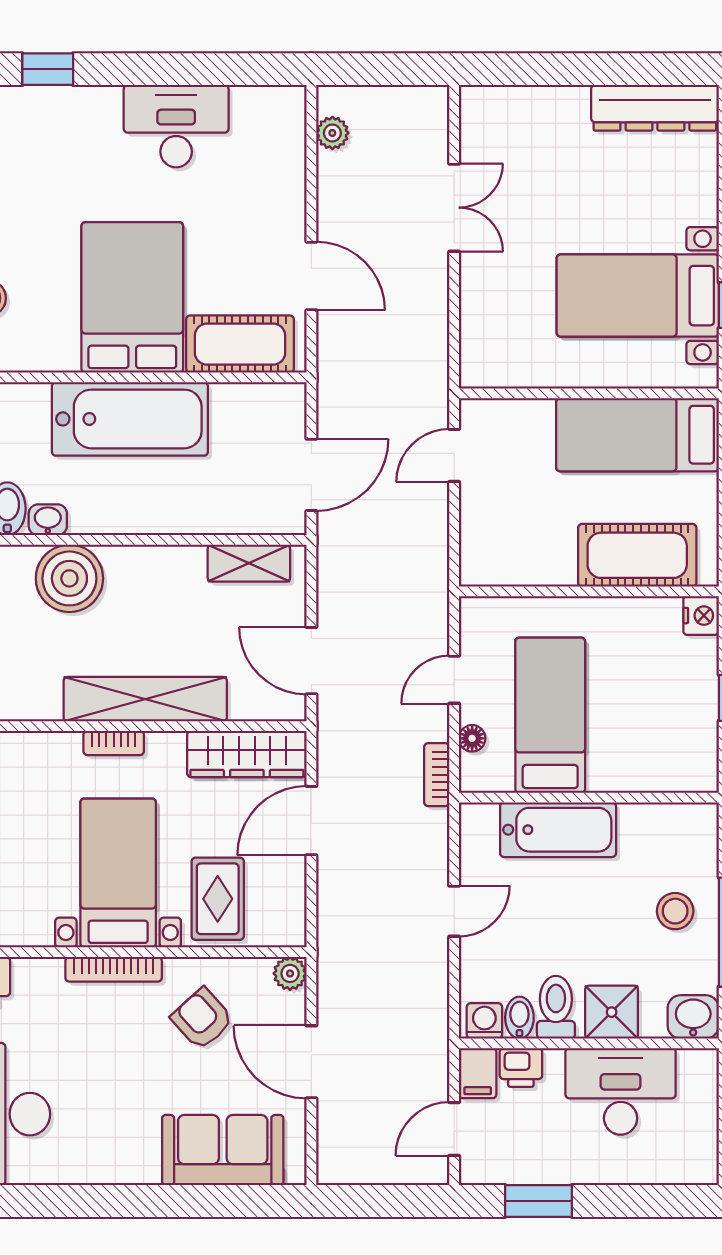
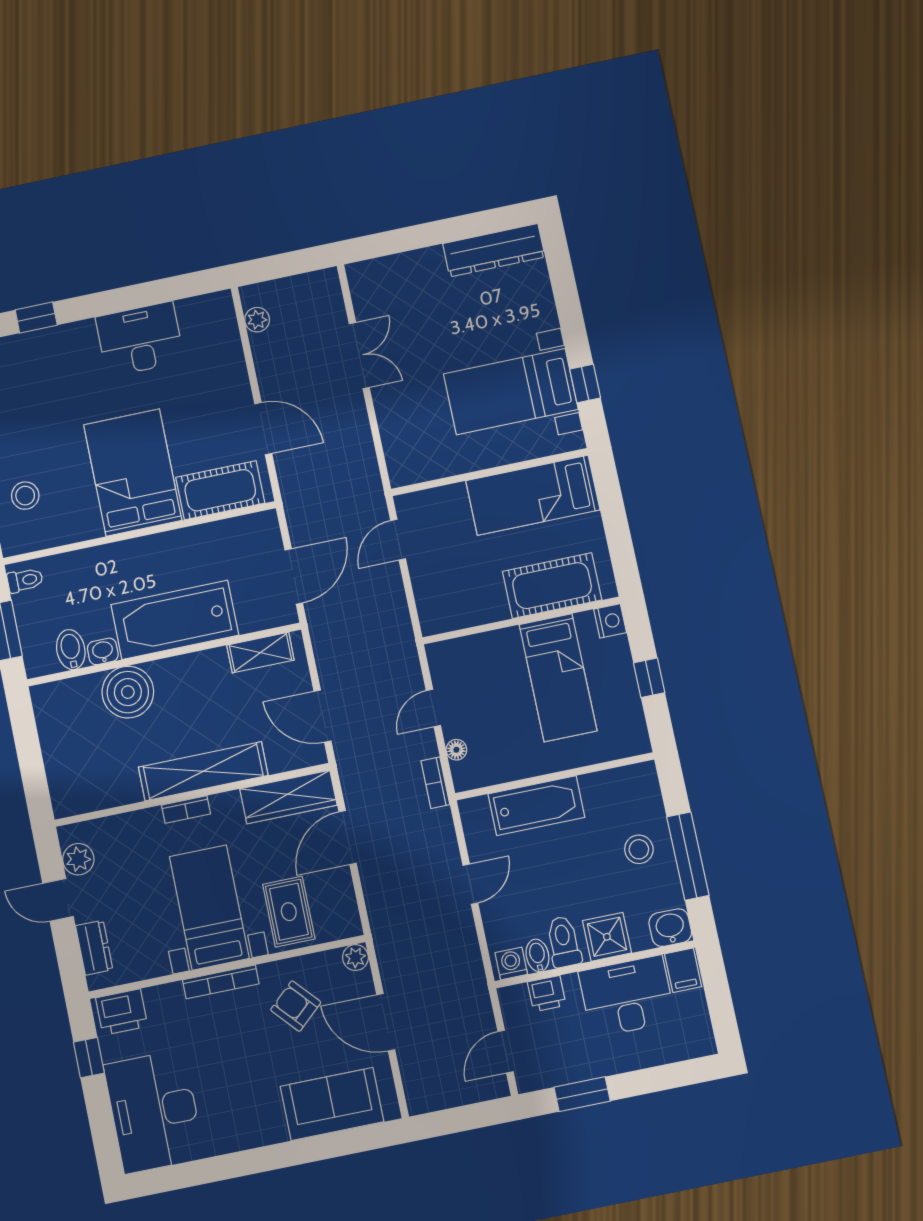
bathtub: (130, 419) -> (175, 620), moved, turned 180
bed: (550, 715) -> (558, 678), moved, turned 180
filing cabinet: (478, 1073) -> (683, 970), moved

